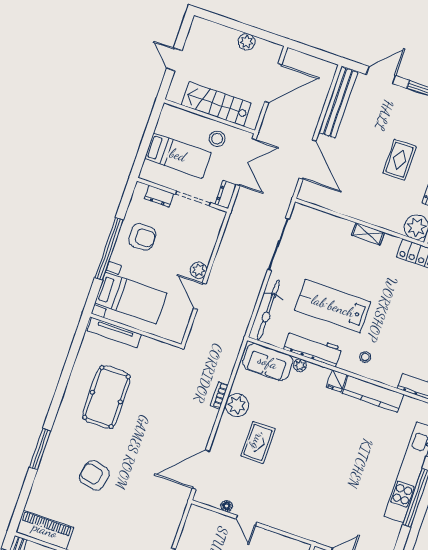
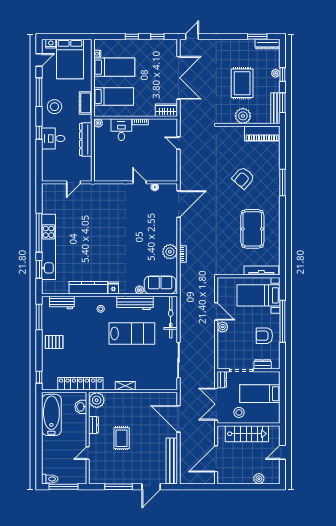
plant: (247, 42) -> (259, 479), moved
door: (174, 59) -> (282, 452), swing flipped
rug: (258, 442) -> (149, 233), removed
armchair: (94, 475) -> (243, 178), turned 120

